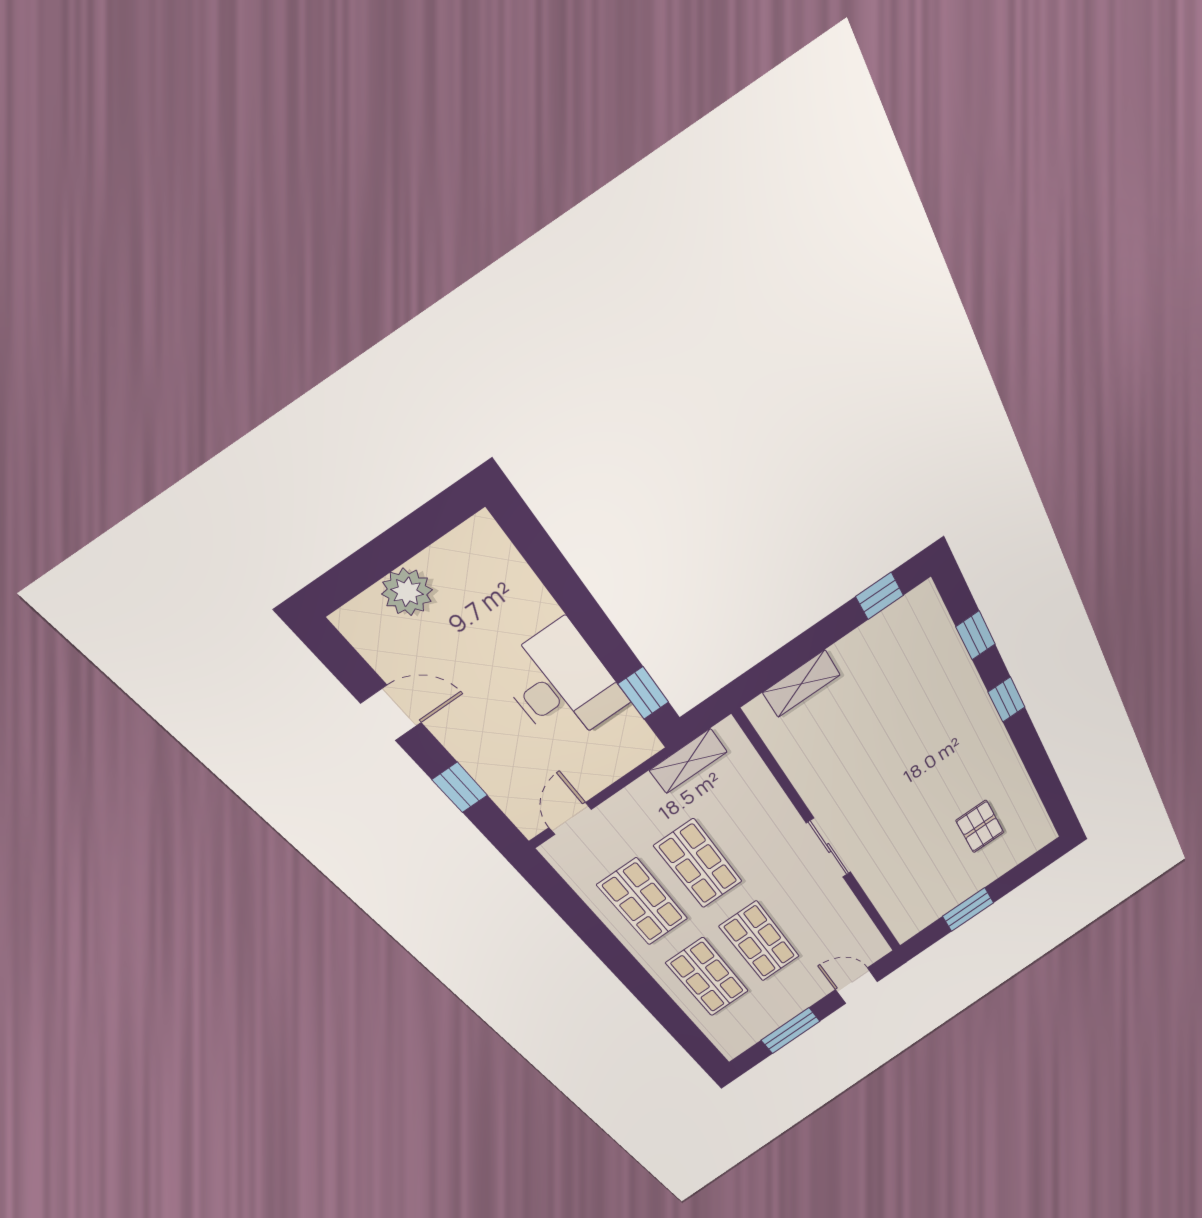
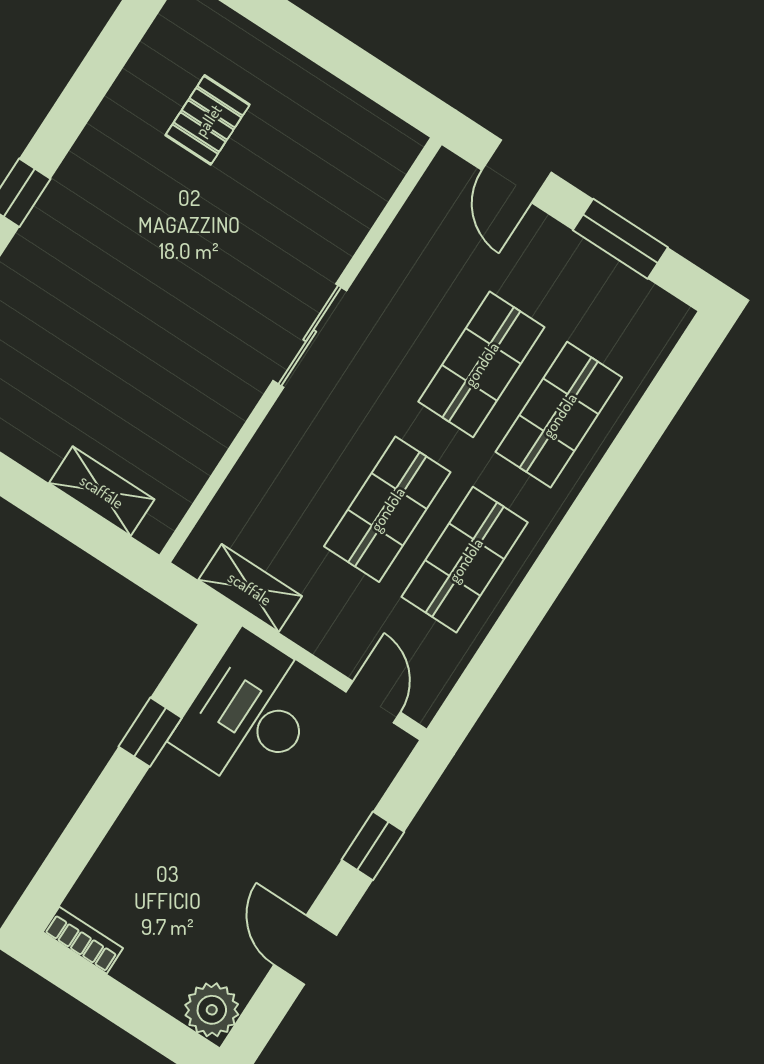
bookcase: (465, 538) -> (83, 940), added
plant: (407, 592) -> (212, 1010), moved
desk: (562, 685) -> (250, 713), moved
window: (643, 693) -> (150, 732), moved
door: (570, 818) -> (373, 702), swing flipped
window: (968, 909) -> (341, 57), removed

